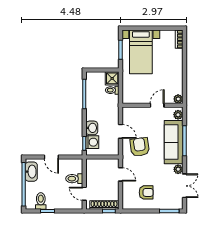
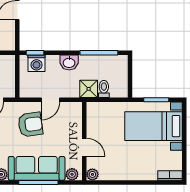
shower: (112, 78) -> (89, 89), moved
washbasin: (92, 128) -> (69, 62), moved

